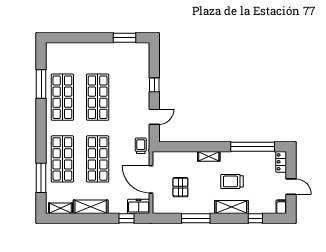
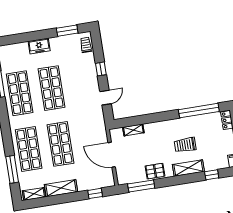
trolley: (141, 146) -> (86, 45), moved
shelving: (209, 156) -> (133, 130), moved
pallet: (180, 187) -> (155, 171), moved, turned 90
freezer: (139, 206) -> (39, 46), moved, turned 180
window: (196, 218) -> (141, 186), moved

